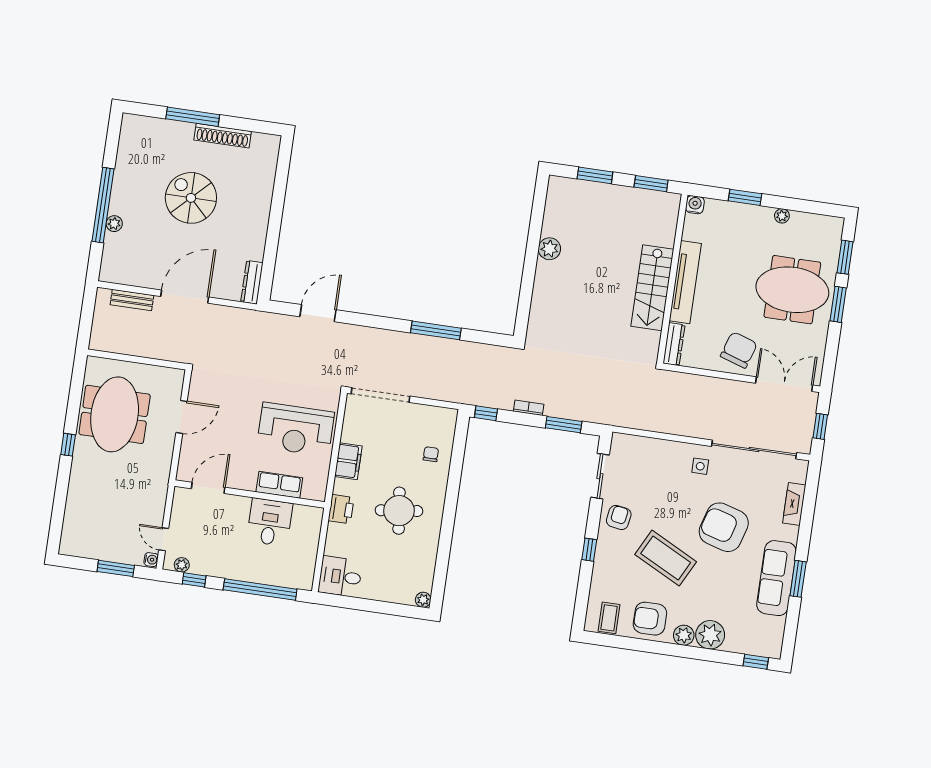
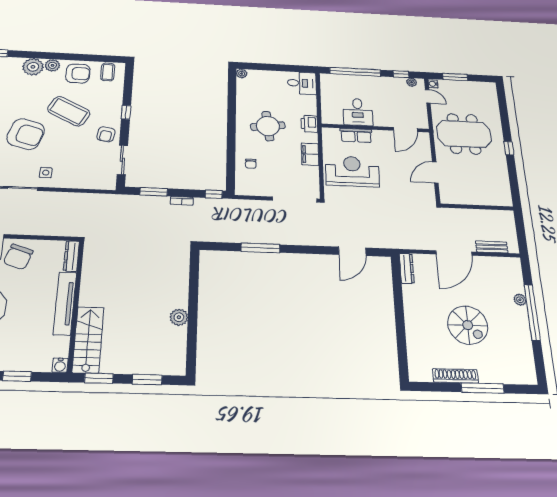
stairs: (652, 288) -> (88, 340), moved
meeting table: (115, 414) -> (464, 134), moved, turned 90

